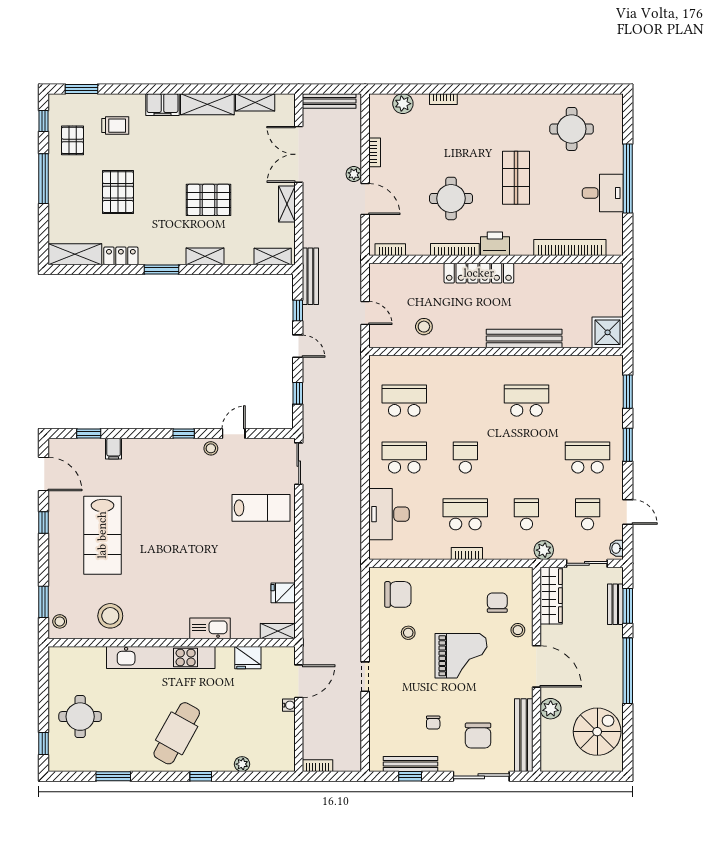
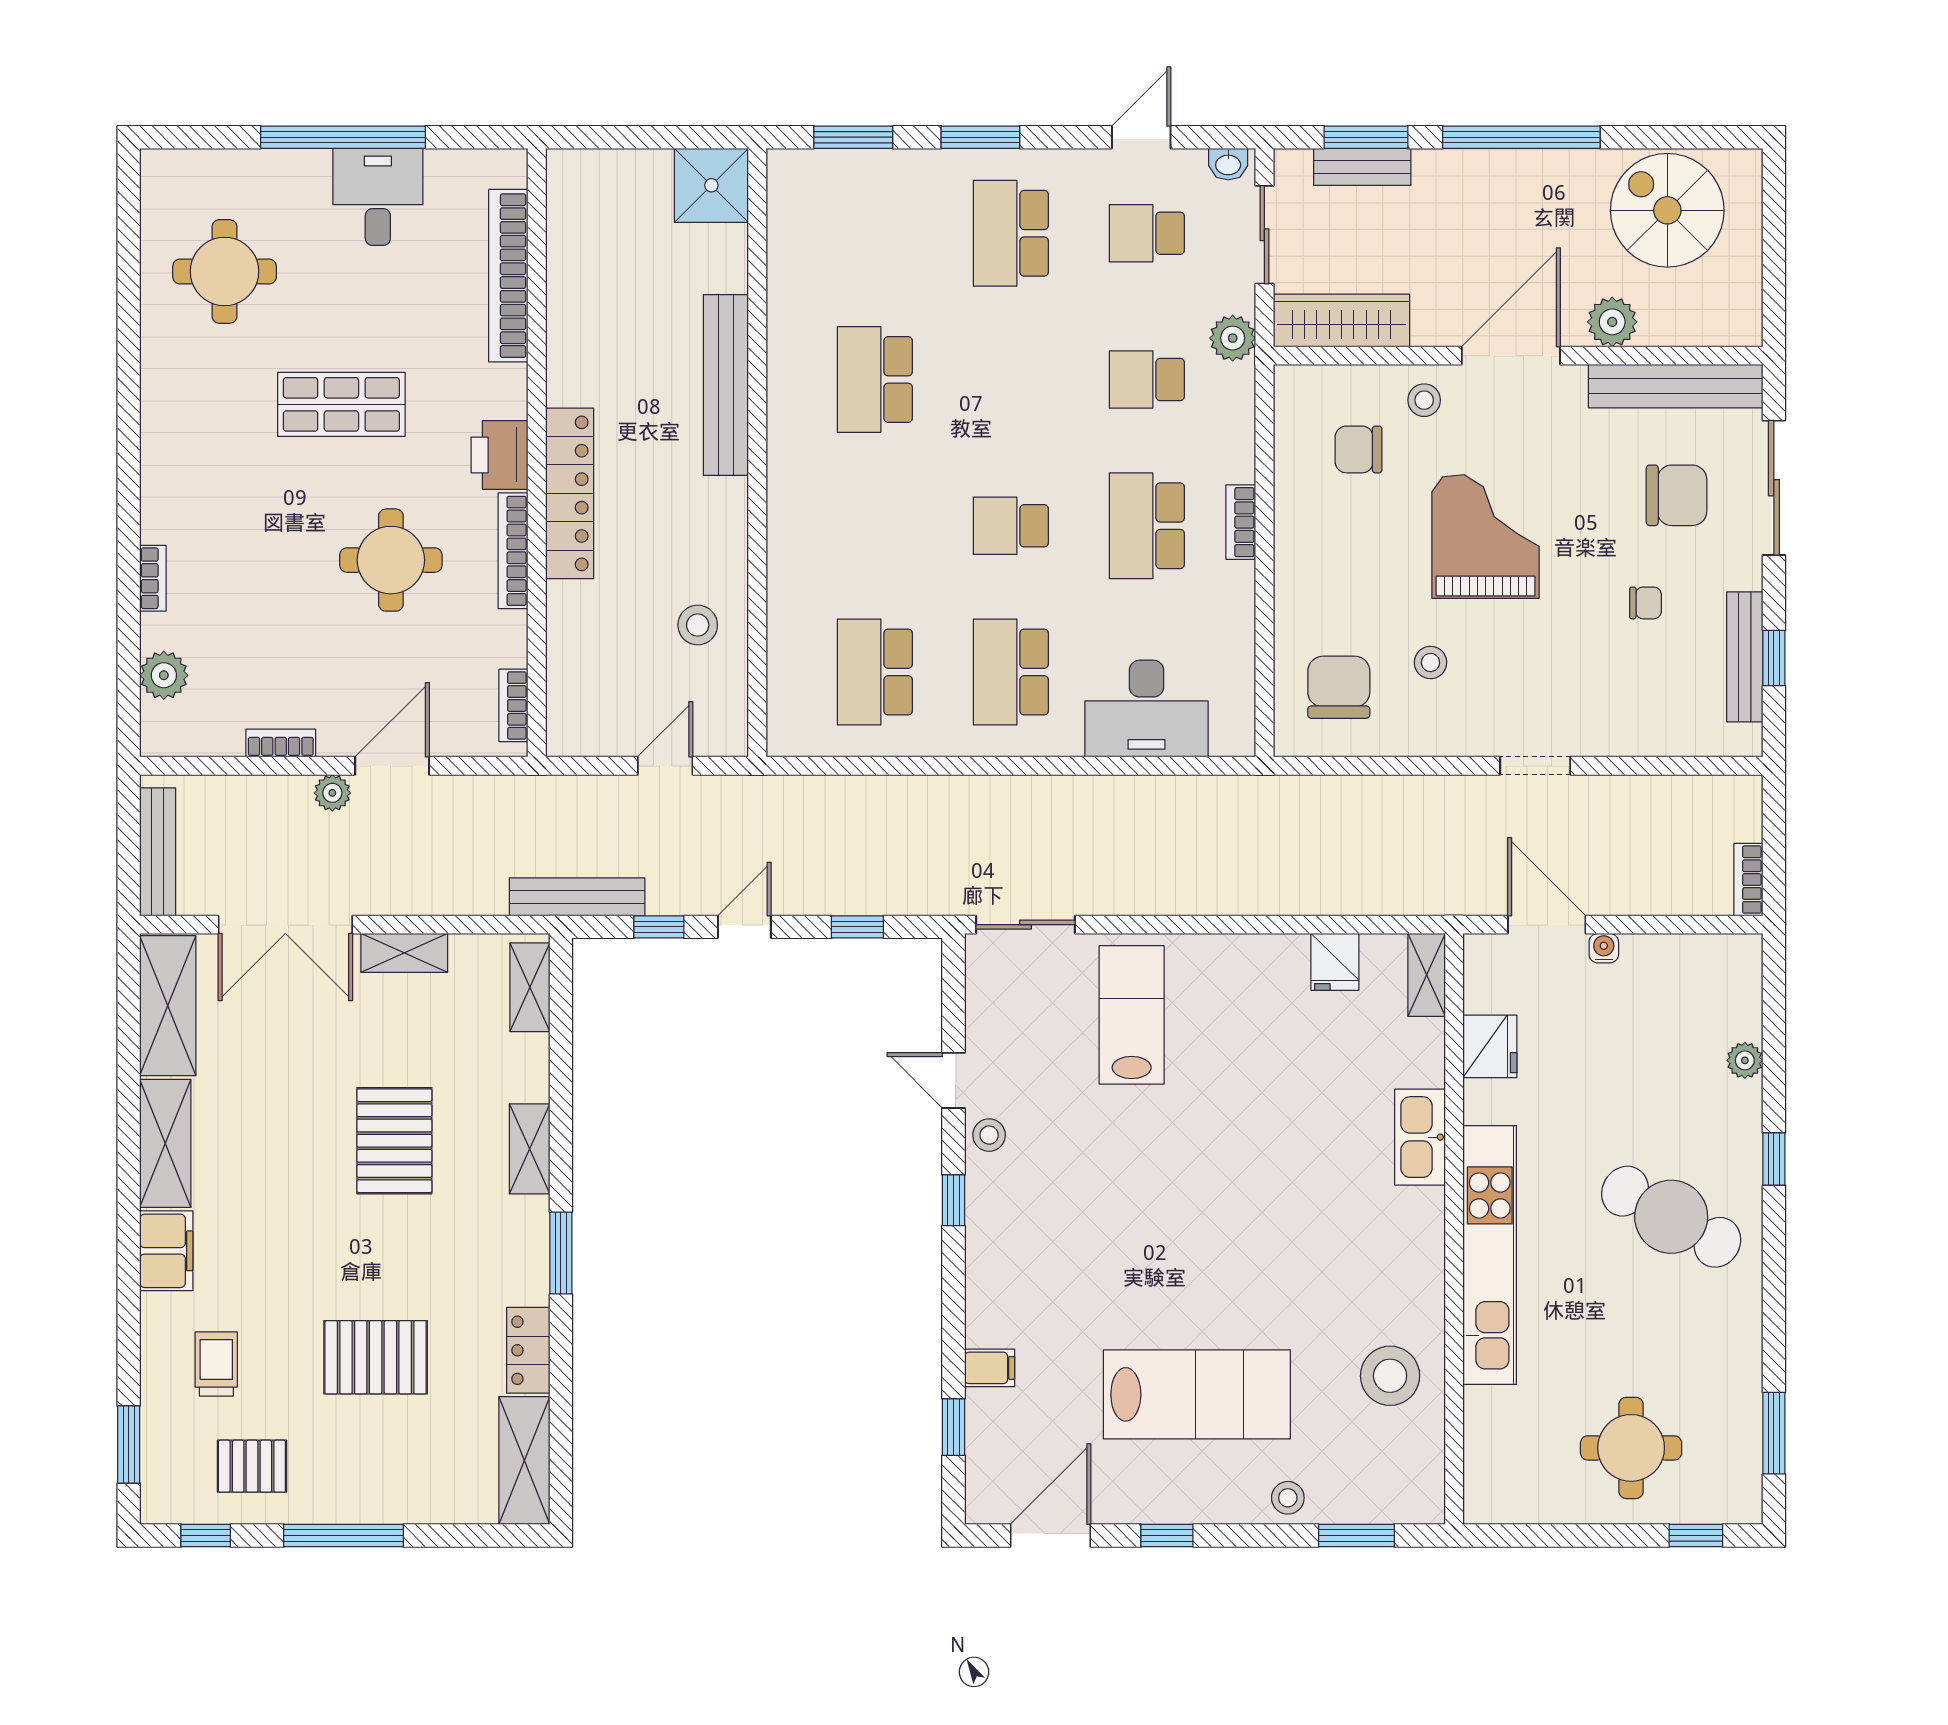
shelving: (255, 102) -> (168, 1006), width x1.50, depth x1.33
stool: (60, 621) -> (1288, 1498), moved
window: (113, 776) -> (1774, 1433), moved

